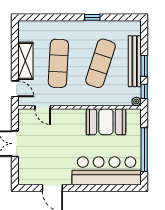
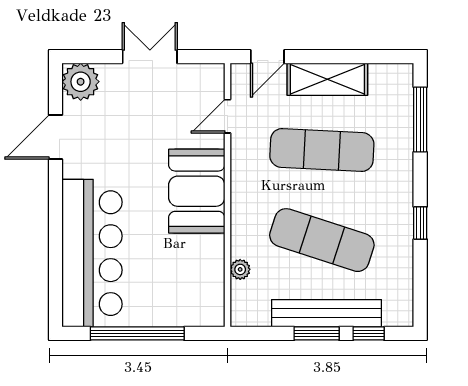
window: (44, 17) -> (420, 119), added
window: (144, 91) -> (369, 333), moved
plant: (136, 102) -> (240, 269), moved
booth: (106, 122) -> (197, 191), moved
plant: (26, 176) -> (81, 82), added

